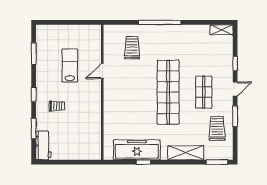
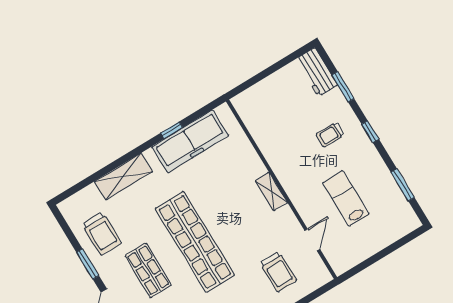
lab bench: (70, 65) -> (346, 198), turned 180
door: (102, 71) -> (312, 240), moved
shelving: (109, 94) -> (271, 192), added
window: (217, 162) -> (75, 189), removed

